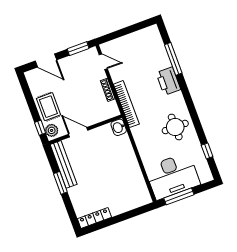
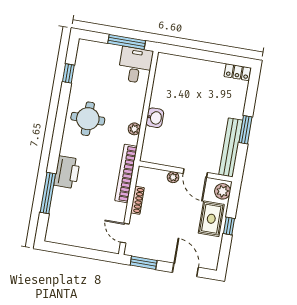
plant: (92, 120) -> (173, 177), added
washbasin: (119, 127) -> (155, 118), moved
window: (40, 128) -> (229, 226), moved
plant: (139, 139) -> (134, 129), added
desk: (172, 176) -> (135, 65), width x0.53, depth x0.77
locker: (94, 218) -> (237, 72), width x0.66

